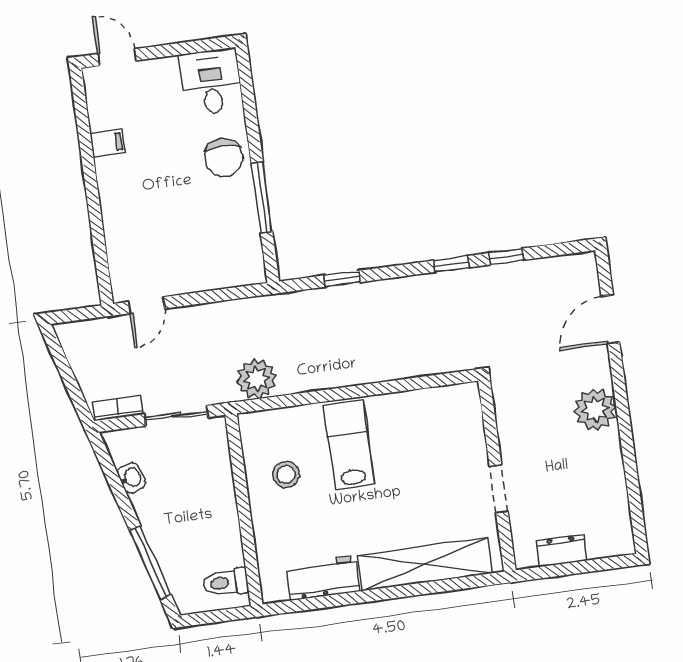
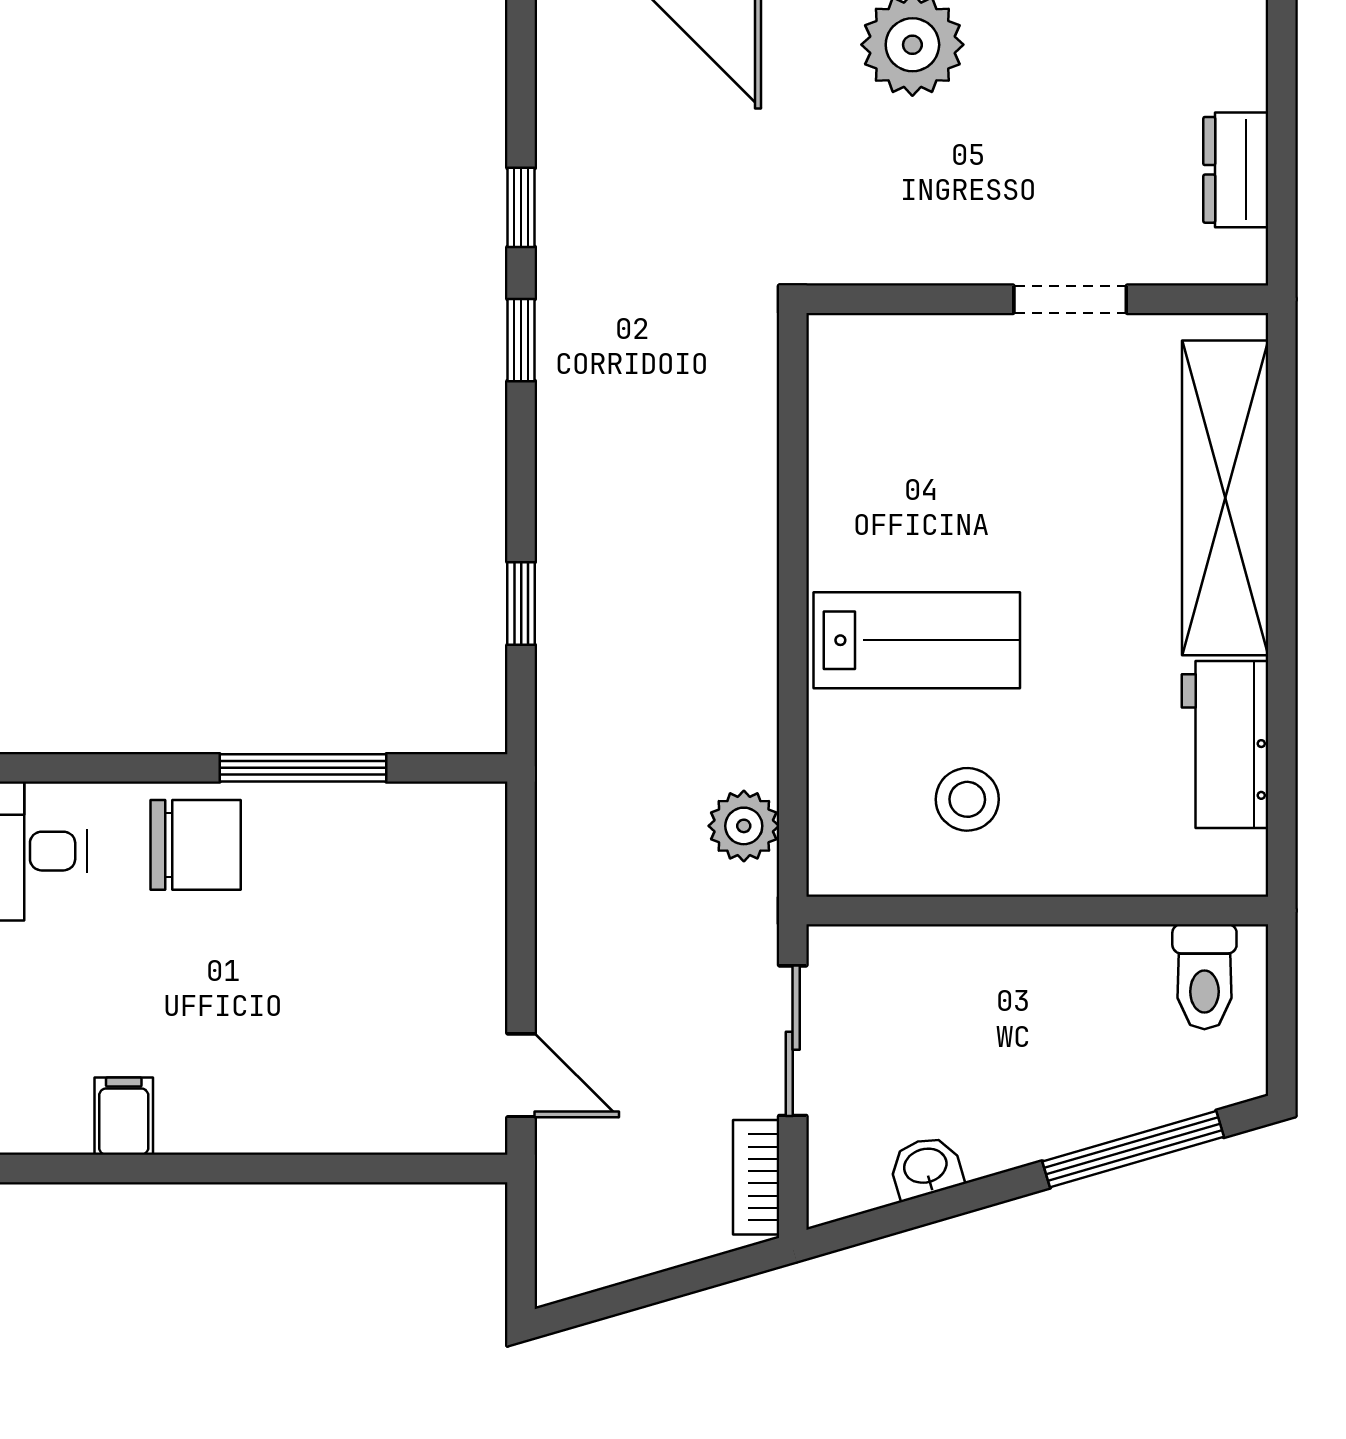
plant: (256, 379) -> (744, 826), width x0.73, depth x0.73
lab bench: (349, 445) -> (917, 640), turned 180

